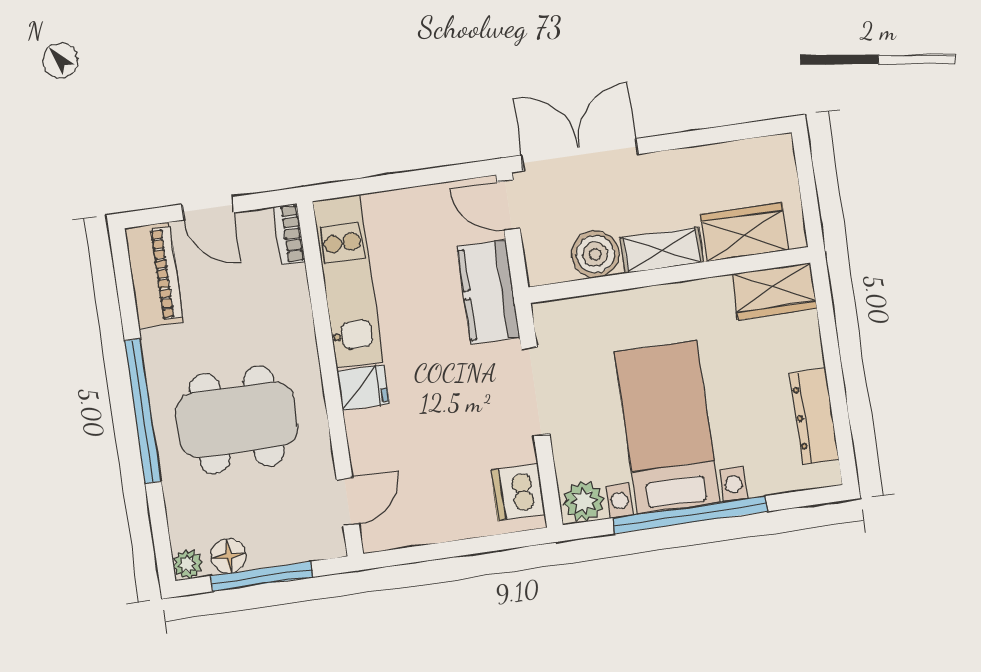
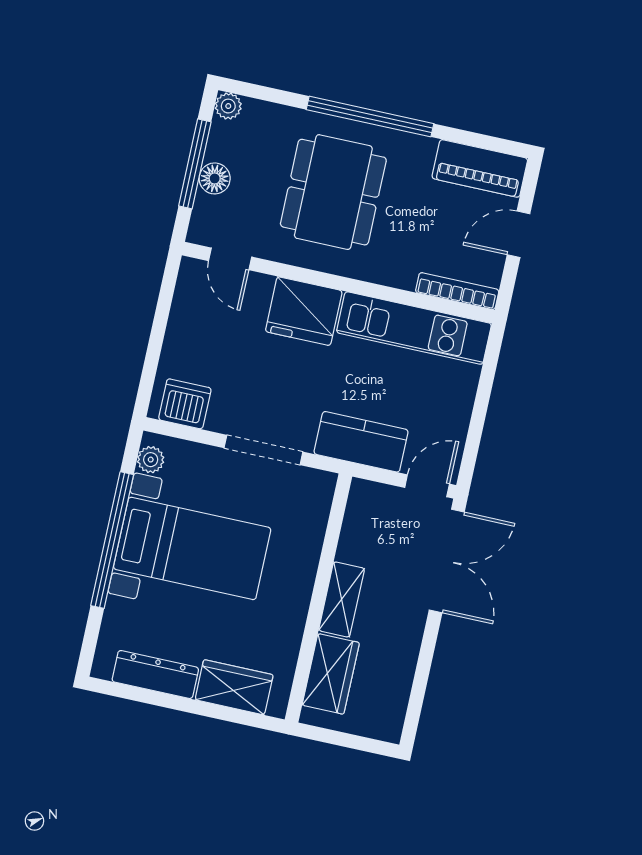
bookcase: (289, 234) -> (457, 291), width x1.56
boiler: (595, 254) -> (359, 543), removed
wardrobe: (774, 291) -> (234, 687), moved, turned 90
fridge: (363, 388) -> (304, 311), width x1.88, depth x1.34
plant: (584, 501) -> (151, 460), width x0.73, depth x0.73
floor lamp: (229, 556) -> (215, 178), moved

